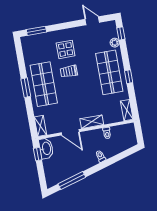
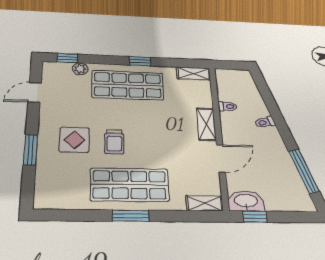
window: (36, 31) -> (31, 150), moved

